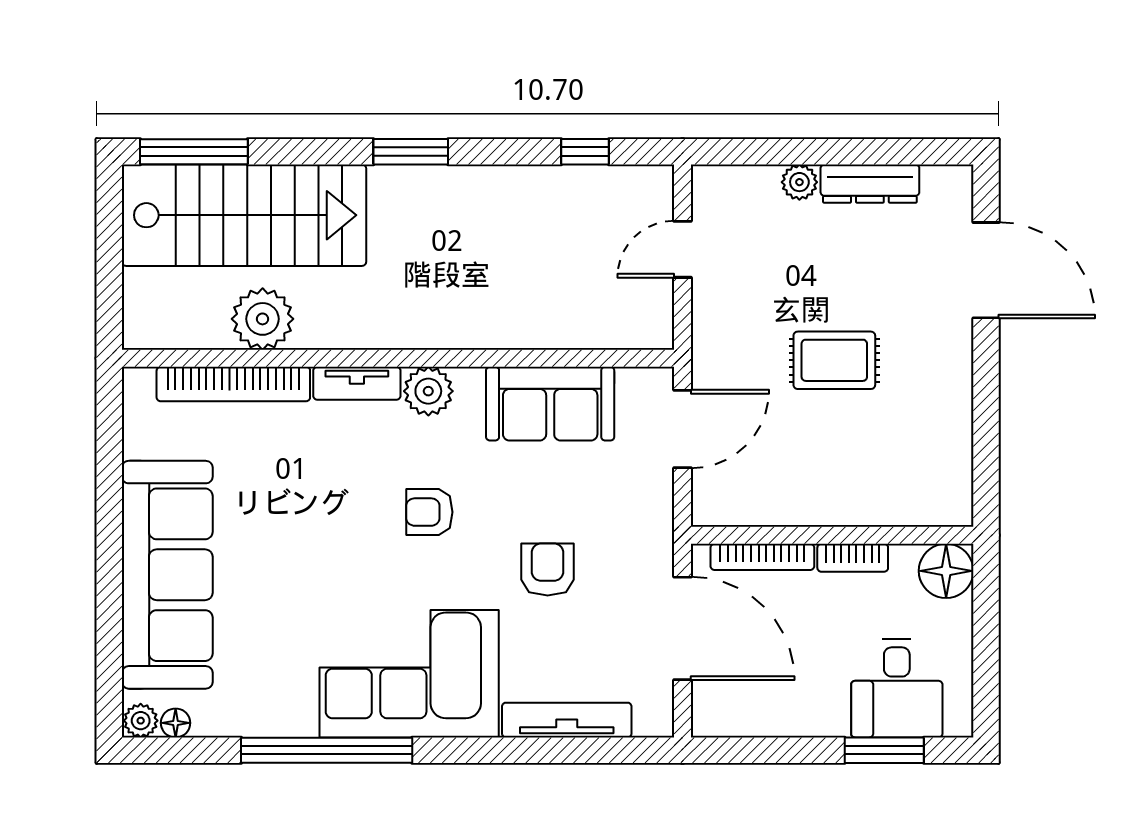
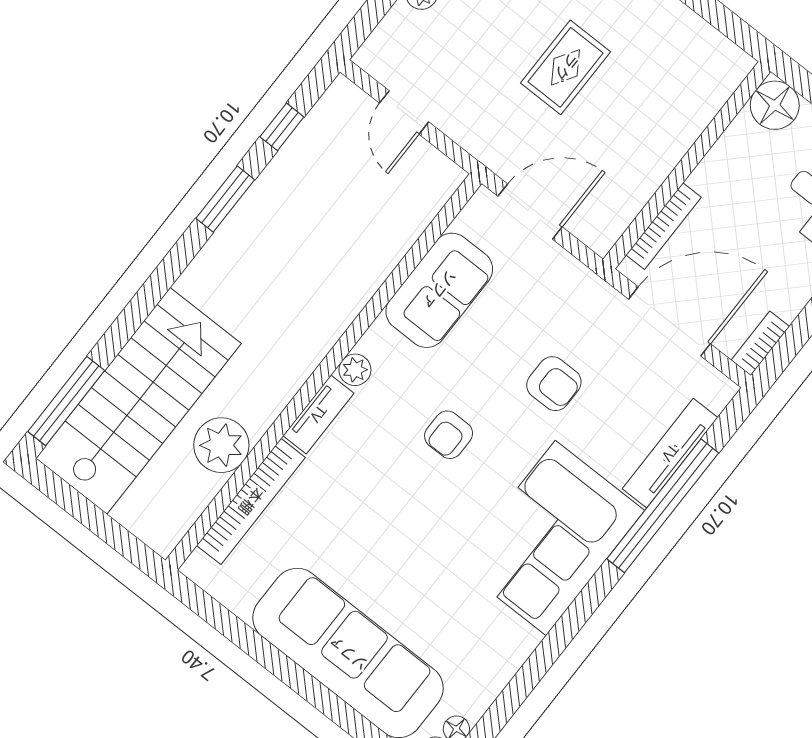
window: (411, 152) -> (225, 199), moved
plant: (428, 391) -> (355, 370), width x0.73, depth x0.73
door: (683, 429) -> (530, 212), hinge flipped
bookcase: (853, 558) -> (760, 343), moved, turned 180
armchair: (548, 569) -> (554, 384), turned 180
window: (327, 750) -> (663, 506), moved

